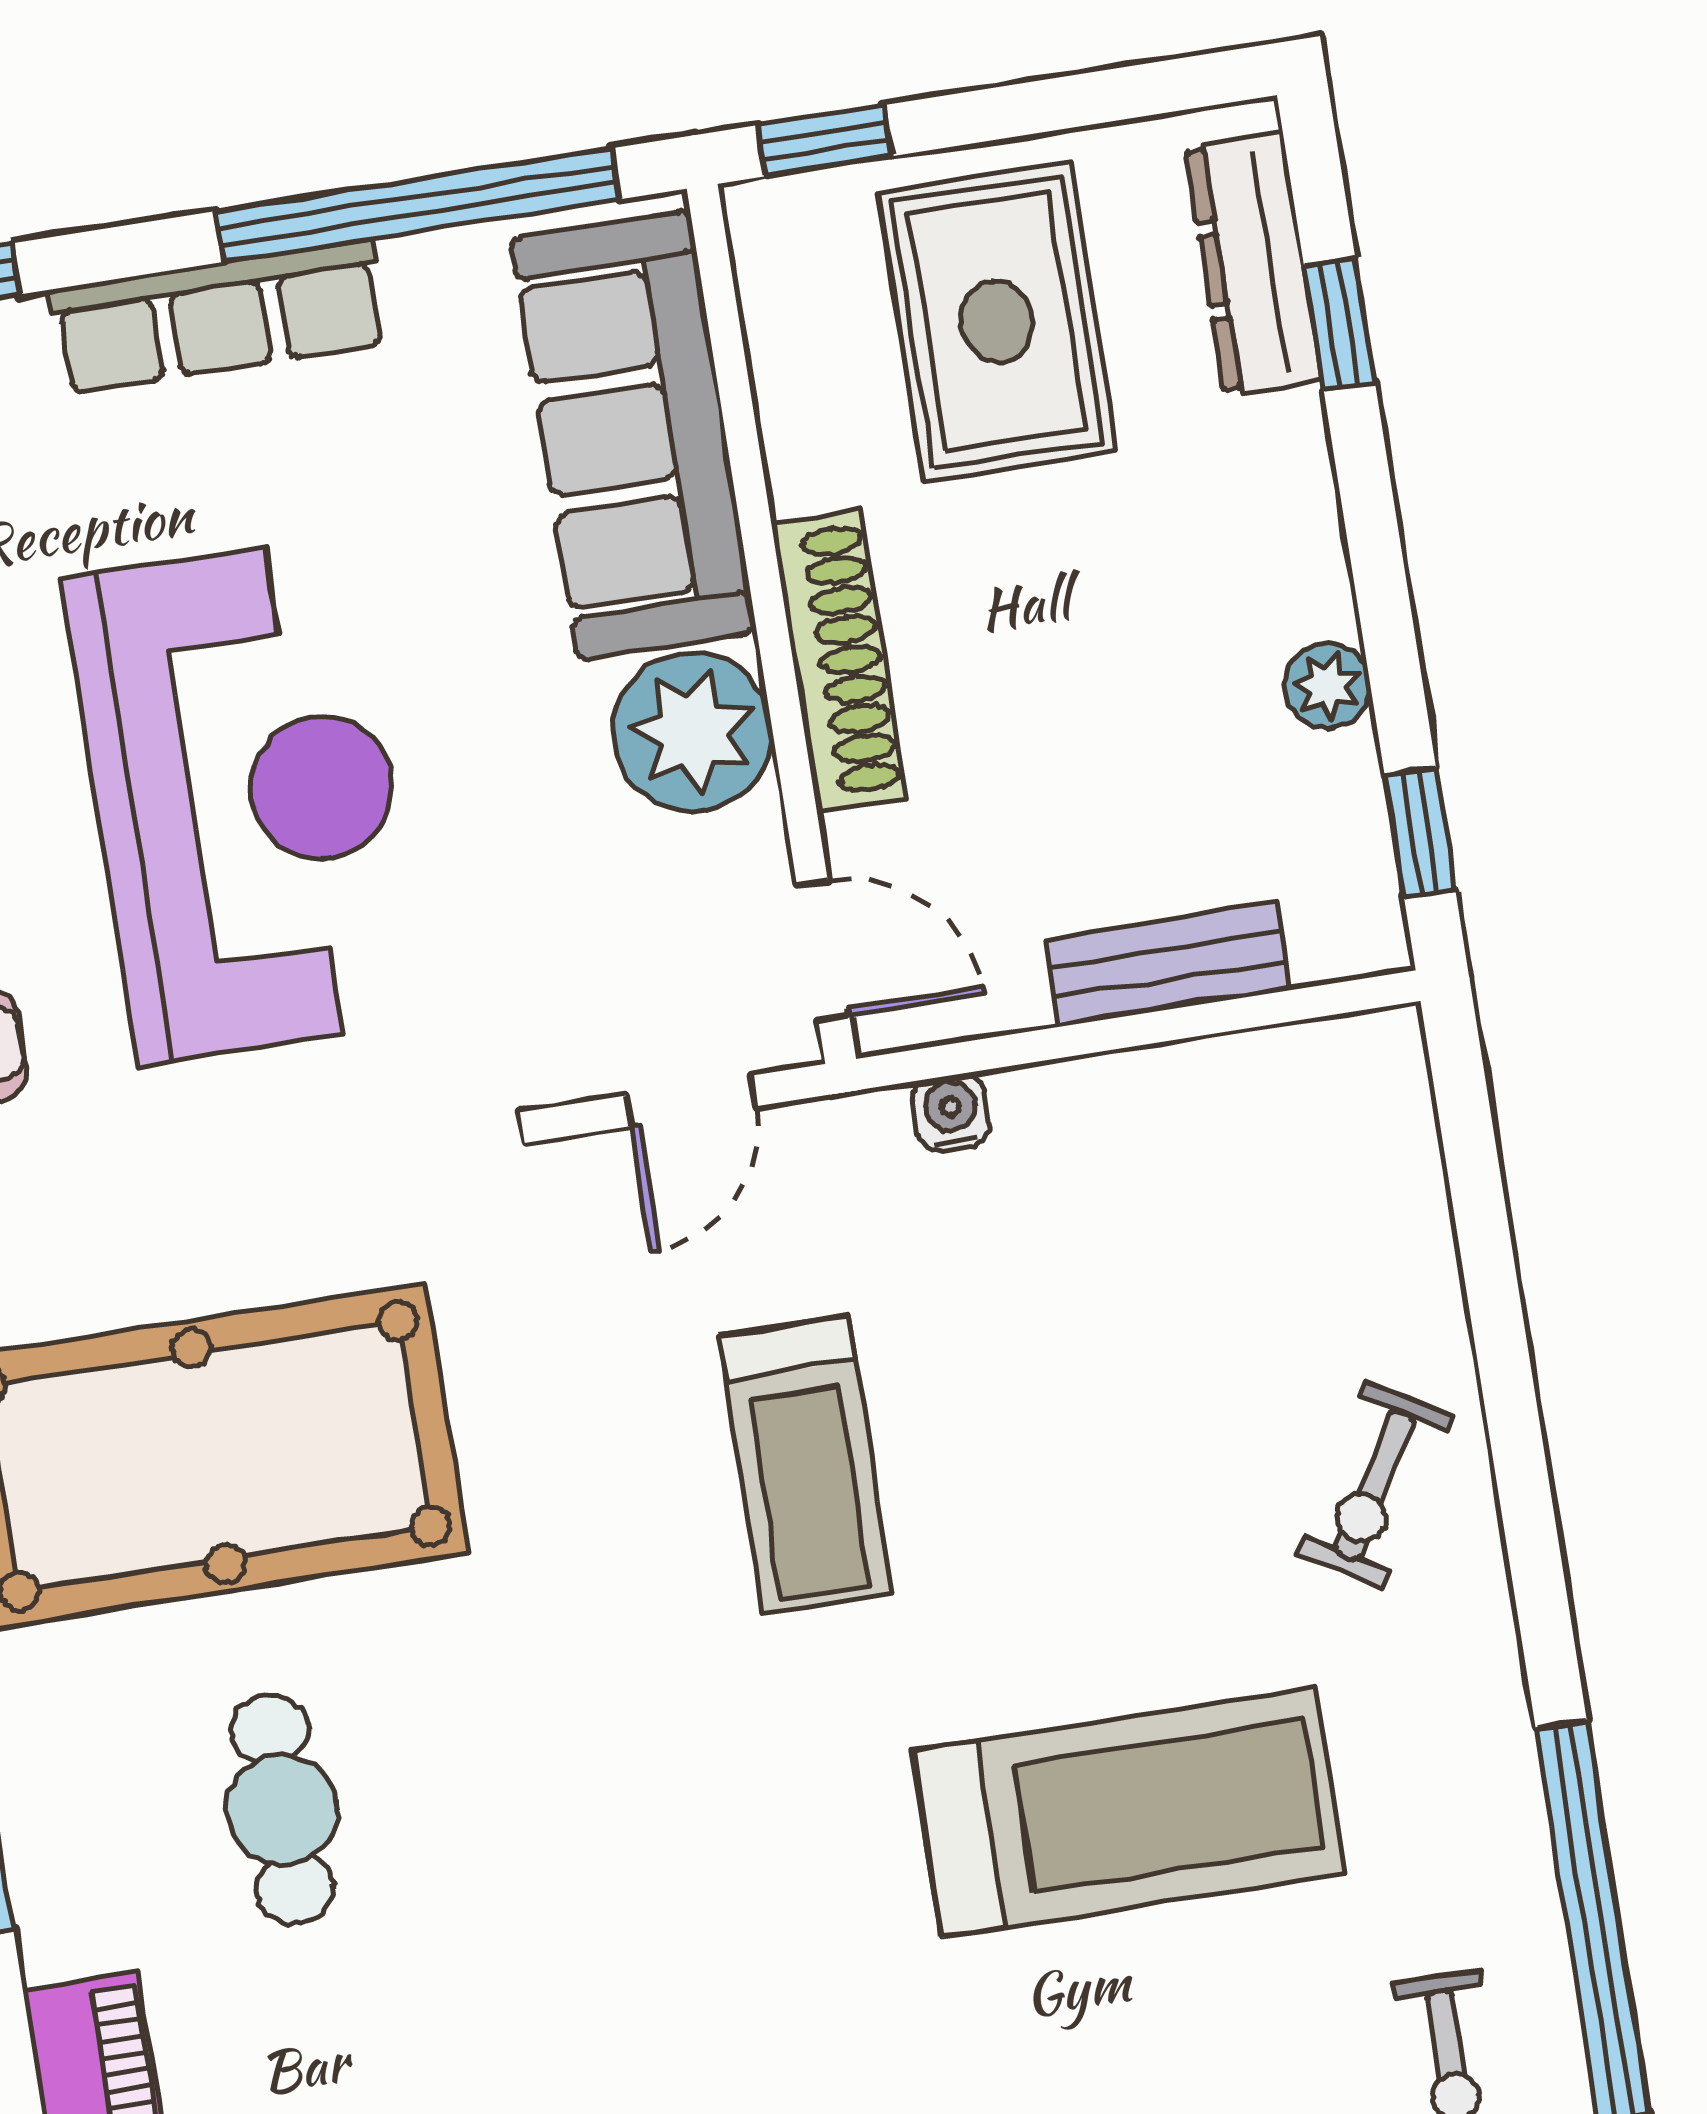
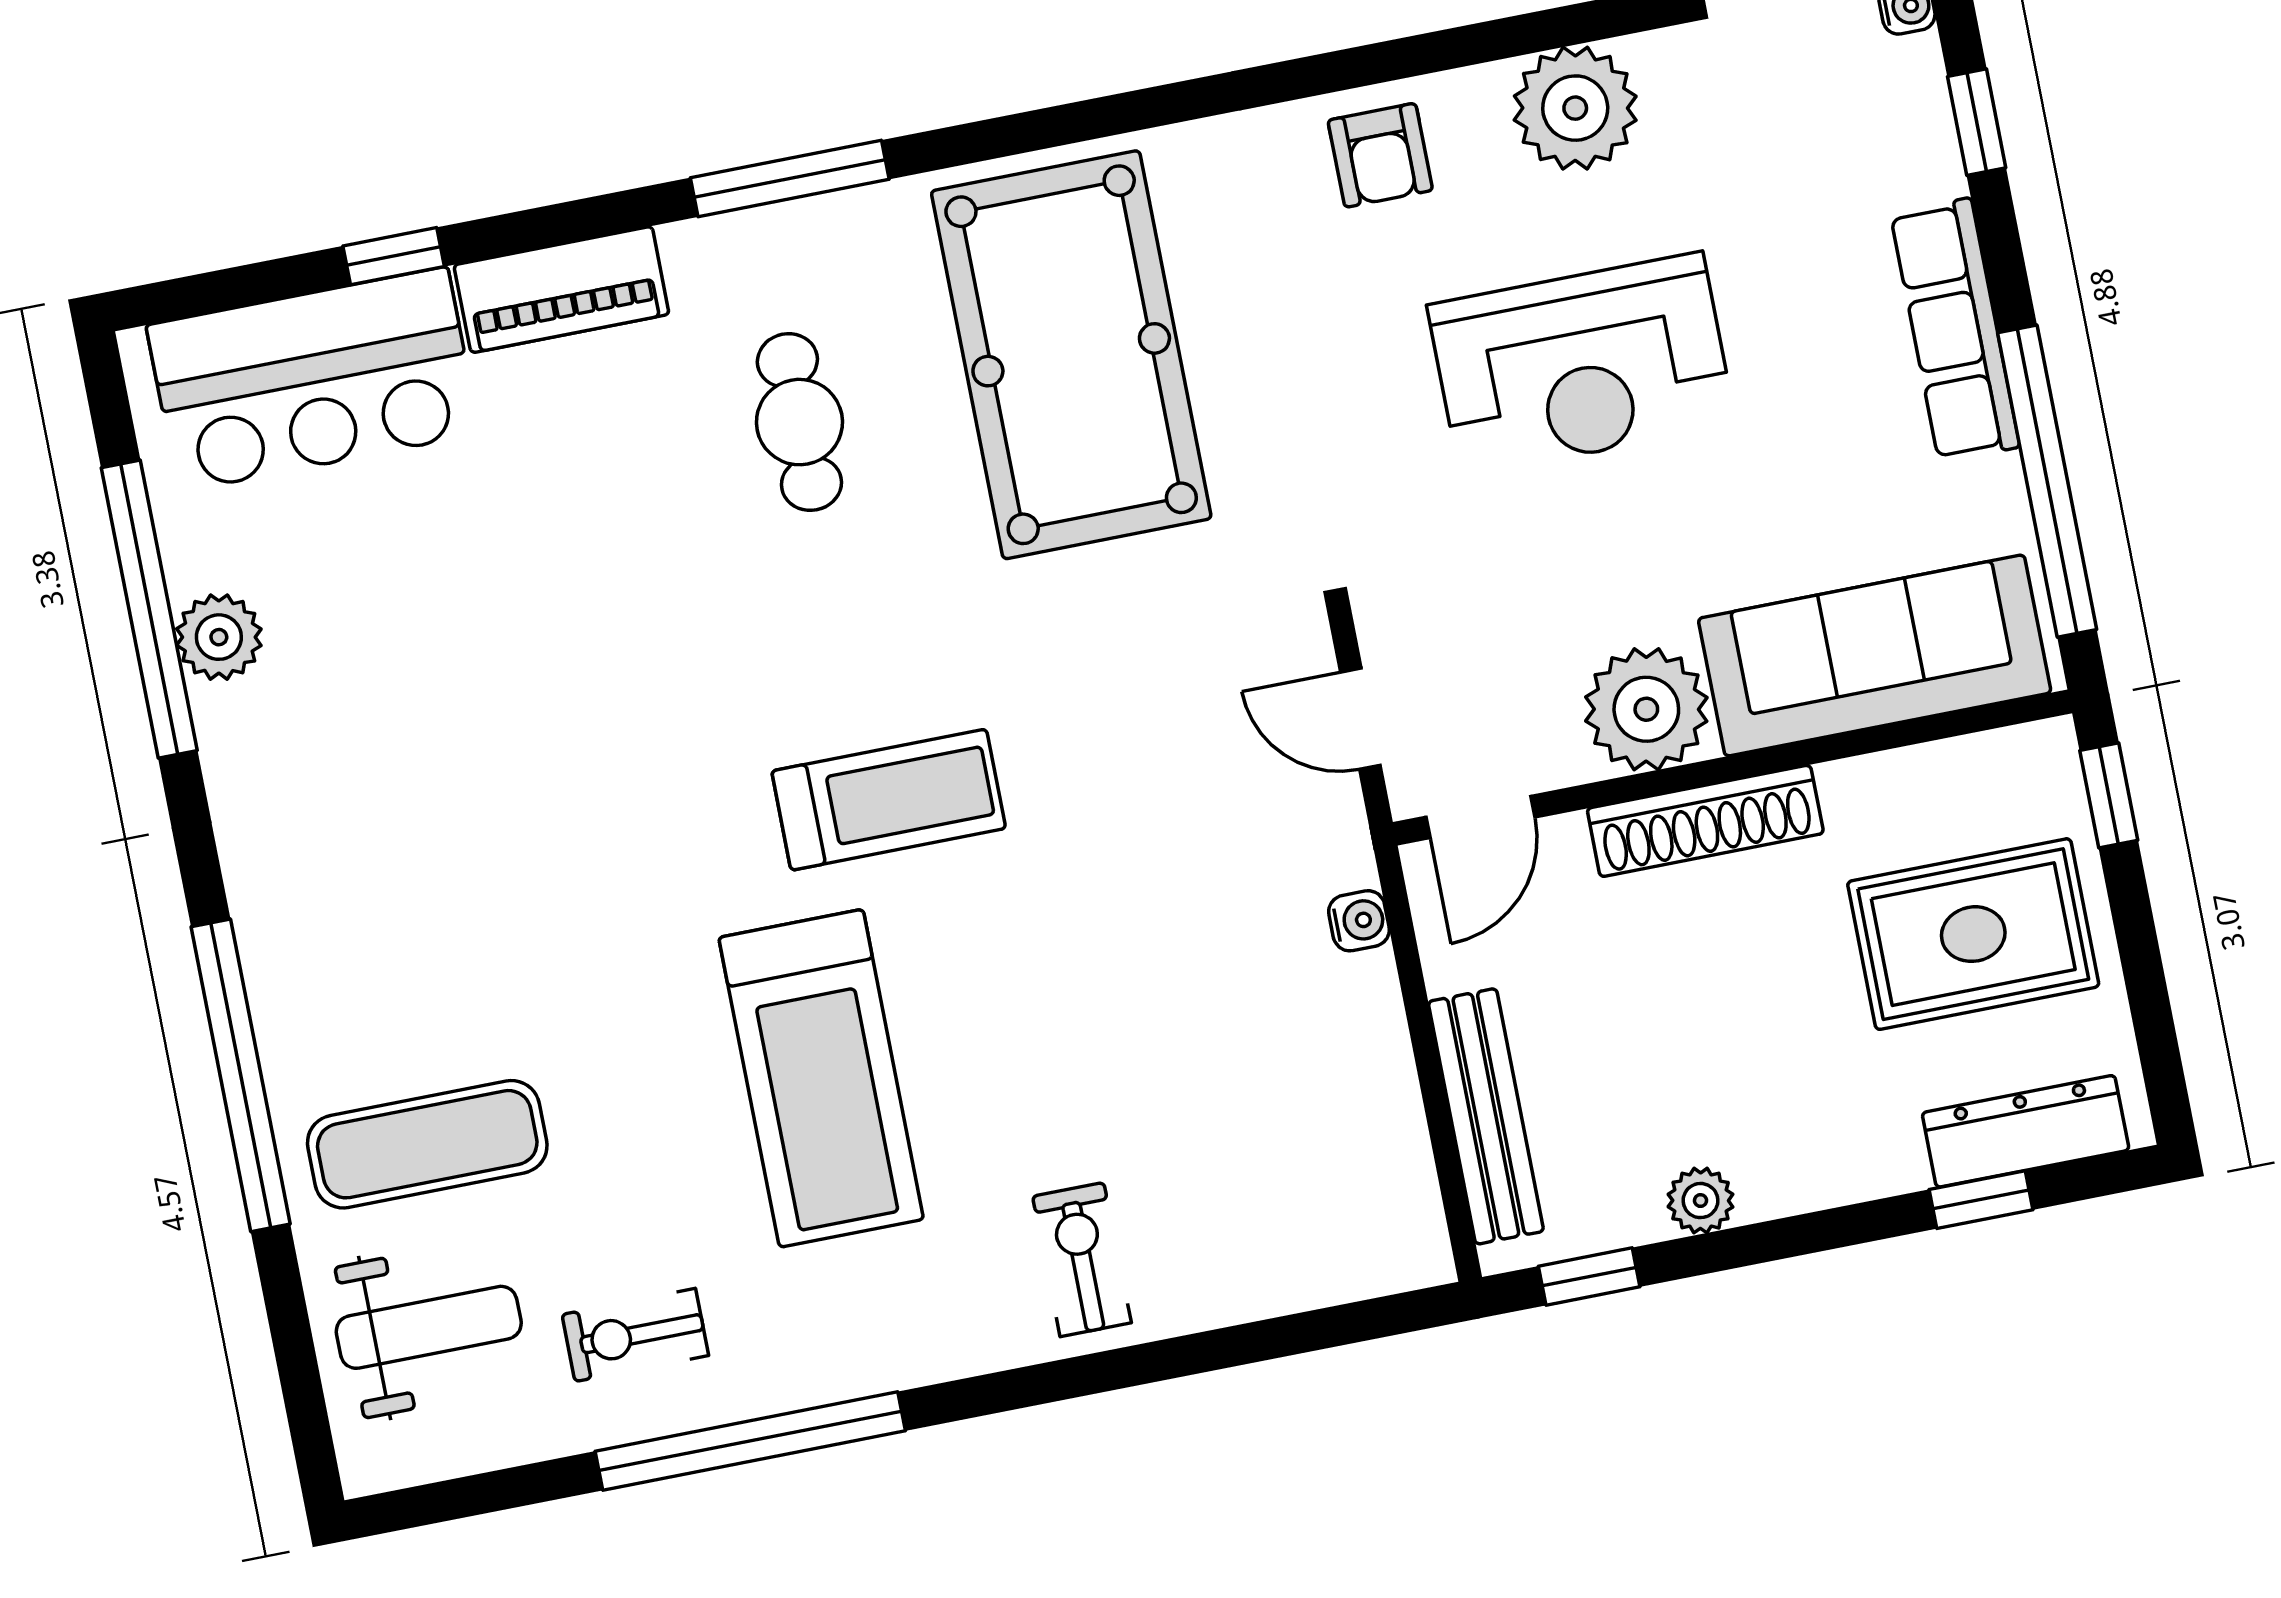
reception desk: (245, 799) -> (1581, 365), width x0.74, depth x0.77
bench: (1167, 965) -> (1486, 1116), width x1.36
treadmill: (806, 1465) -> (889, 800), moved, turned 180
exercise bike: (1374, 1485) -> (1082, 1260), turned 59
cafe table: (282, 1809) -> (799, 422), turned 90

